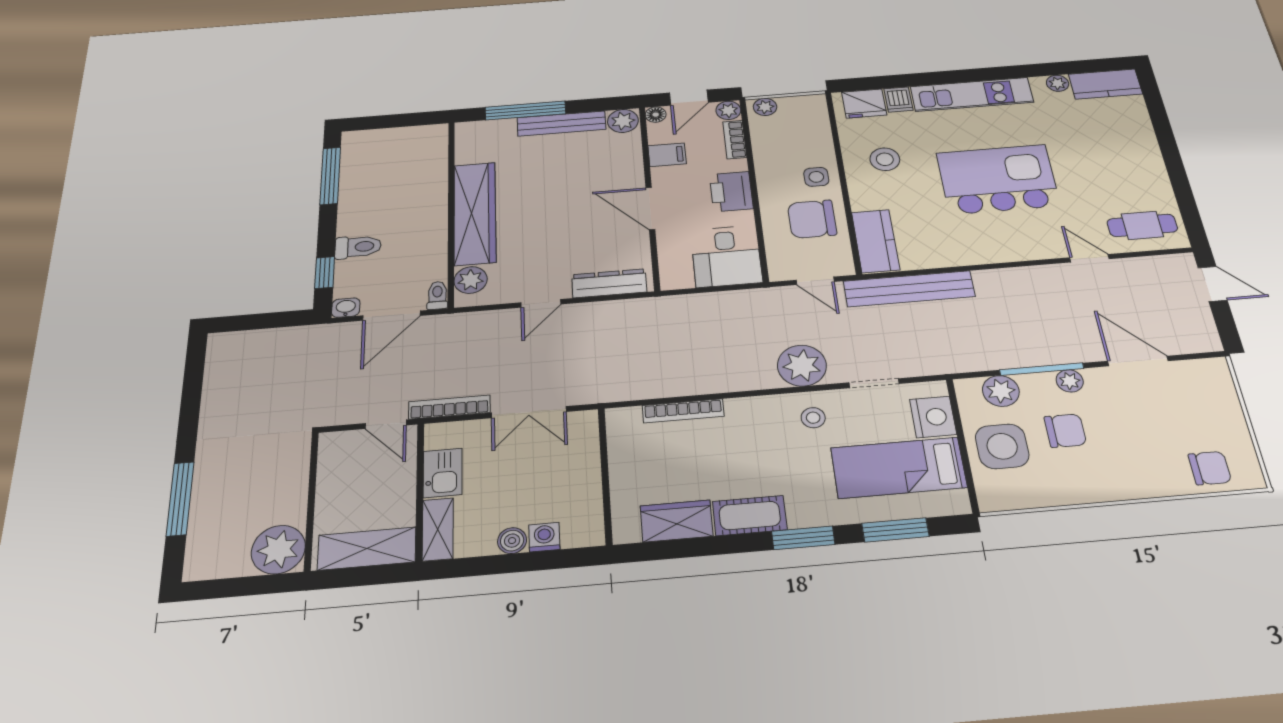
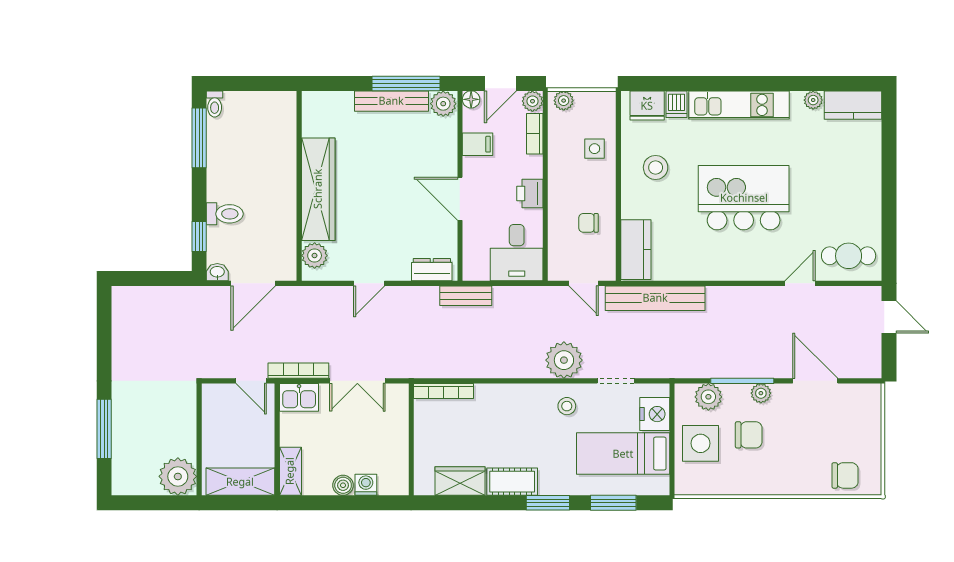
window: (525, 111) -> (406, 83), moved
side table: (816, 177) -> (595, 149), moved
printer: (731, 192) -> (530, 194), width x0.73, depth x0.81
chair: (812, 219) -> (588, 223), width x0.54, depth x0.54
door: (1089, 258) -> (800, 283), hinge flipped
dresser: (609, 283) -> (432, 270), width x0.70
toilet: (437, 295) -> (215, 104), moved, turned 180
bench: (666, 306) -> (466, 296), added
bookcase: (683, 411) -> (444, 391), moved
kitchen sink: (443, 473) -> (299, 397), moved, turned 90

